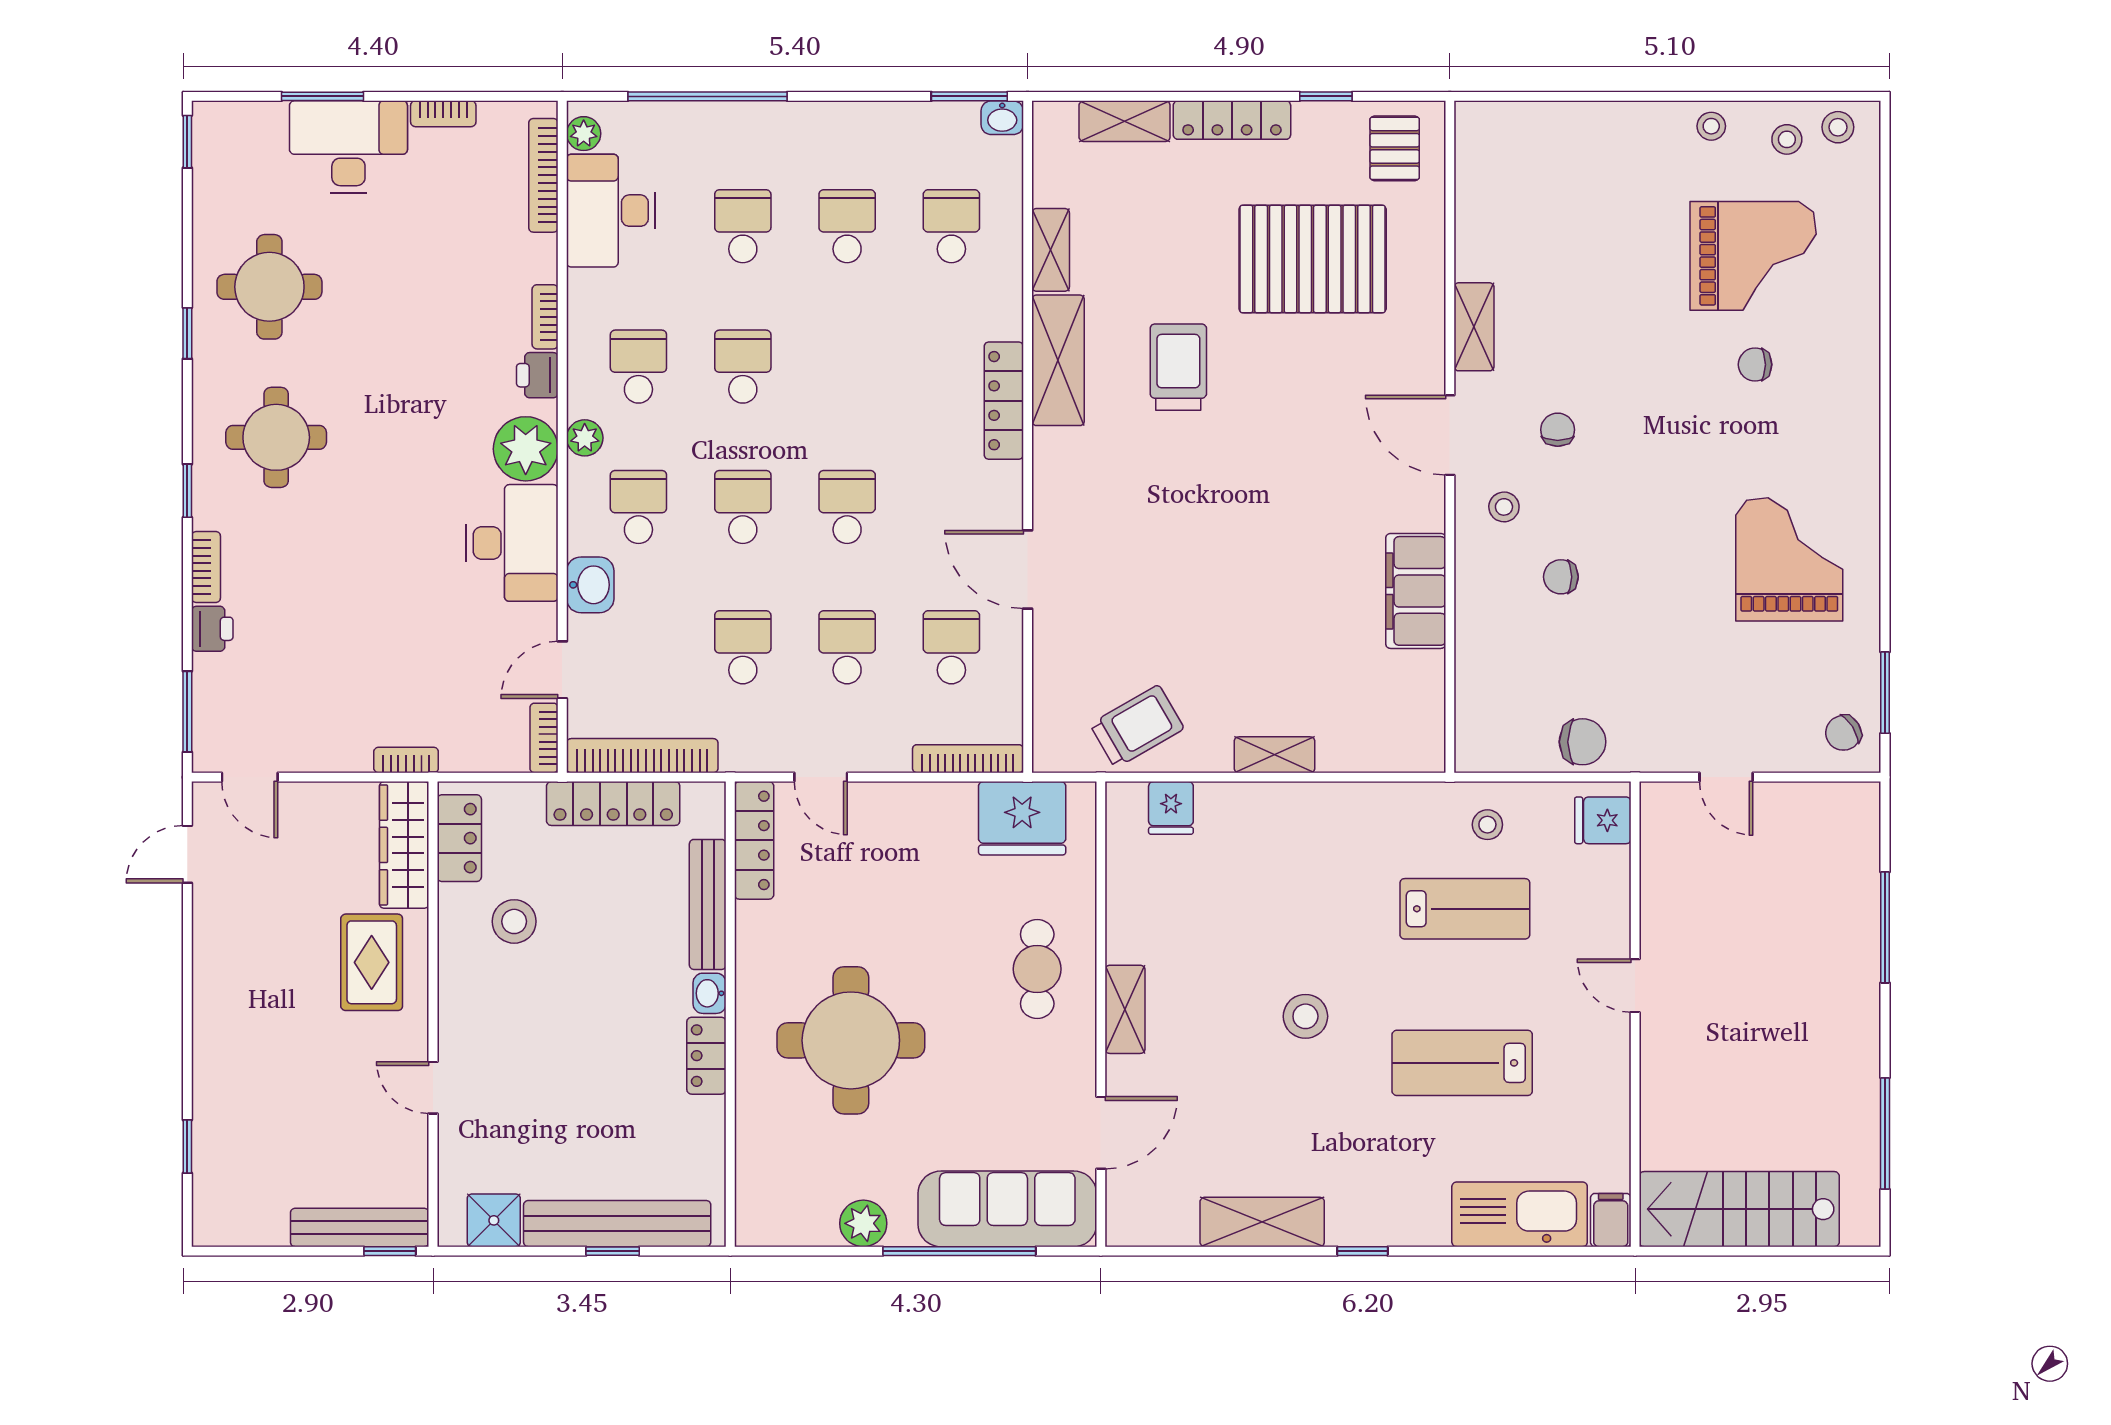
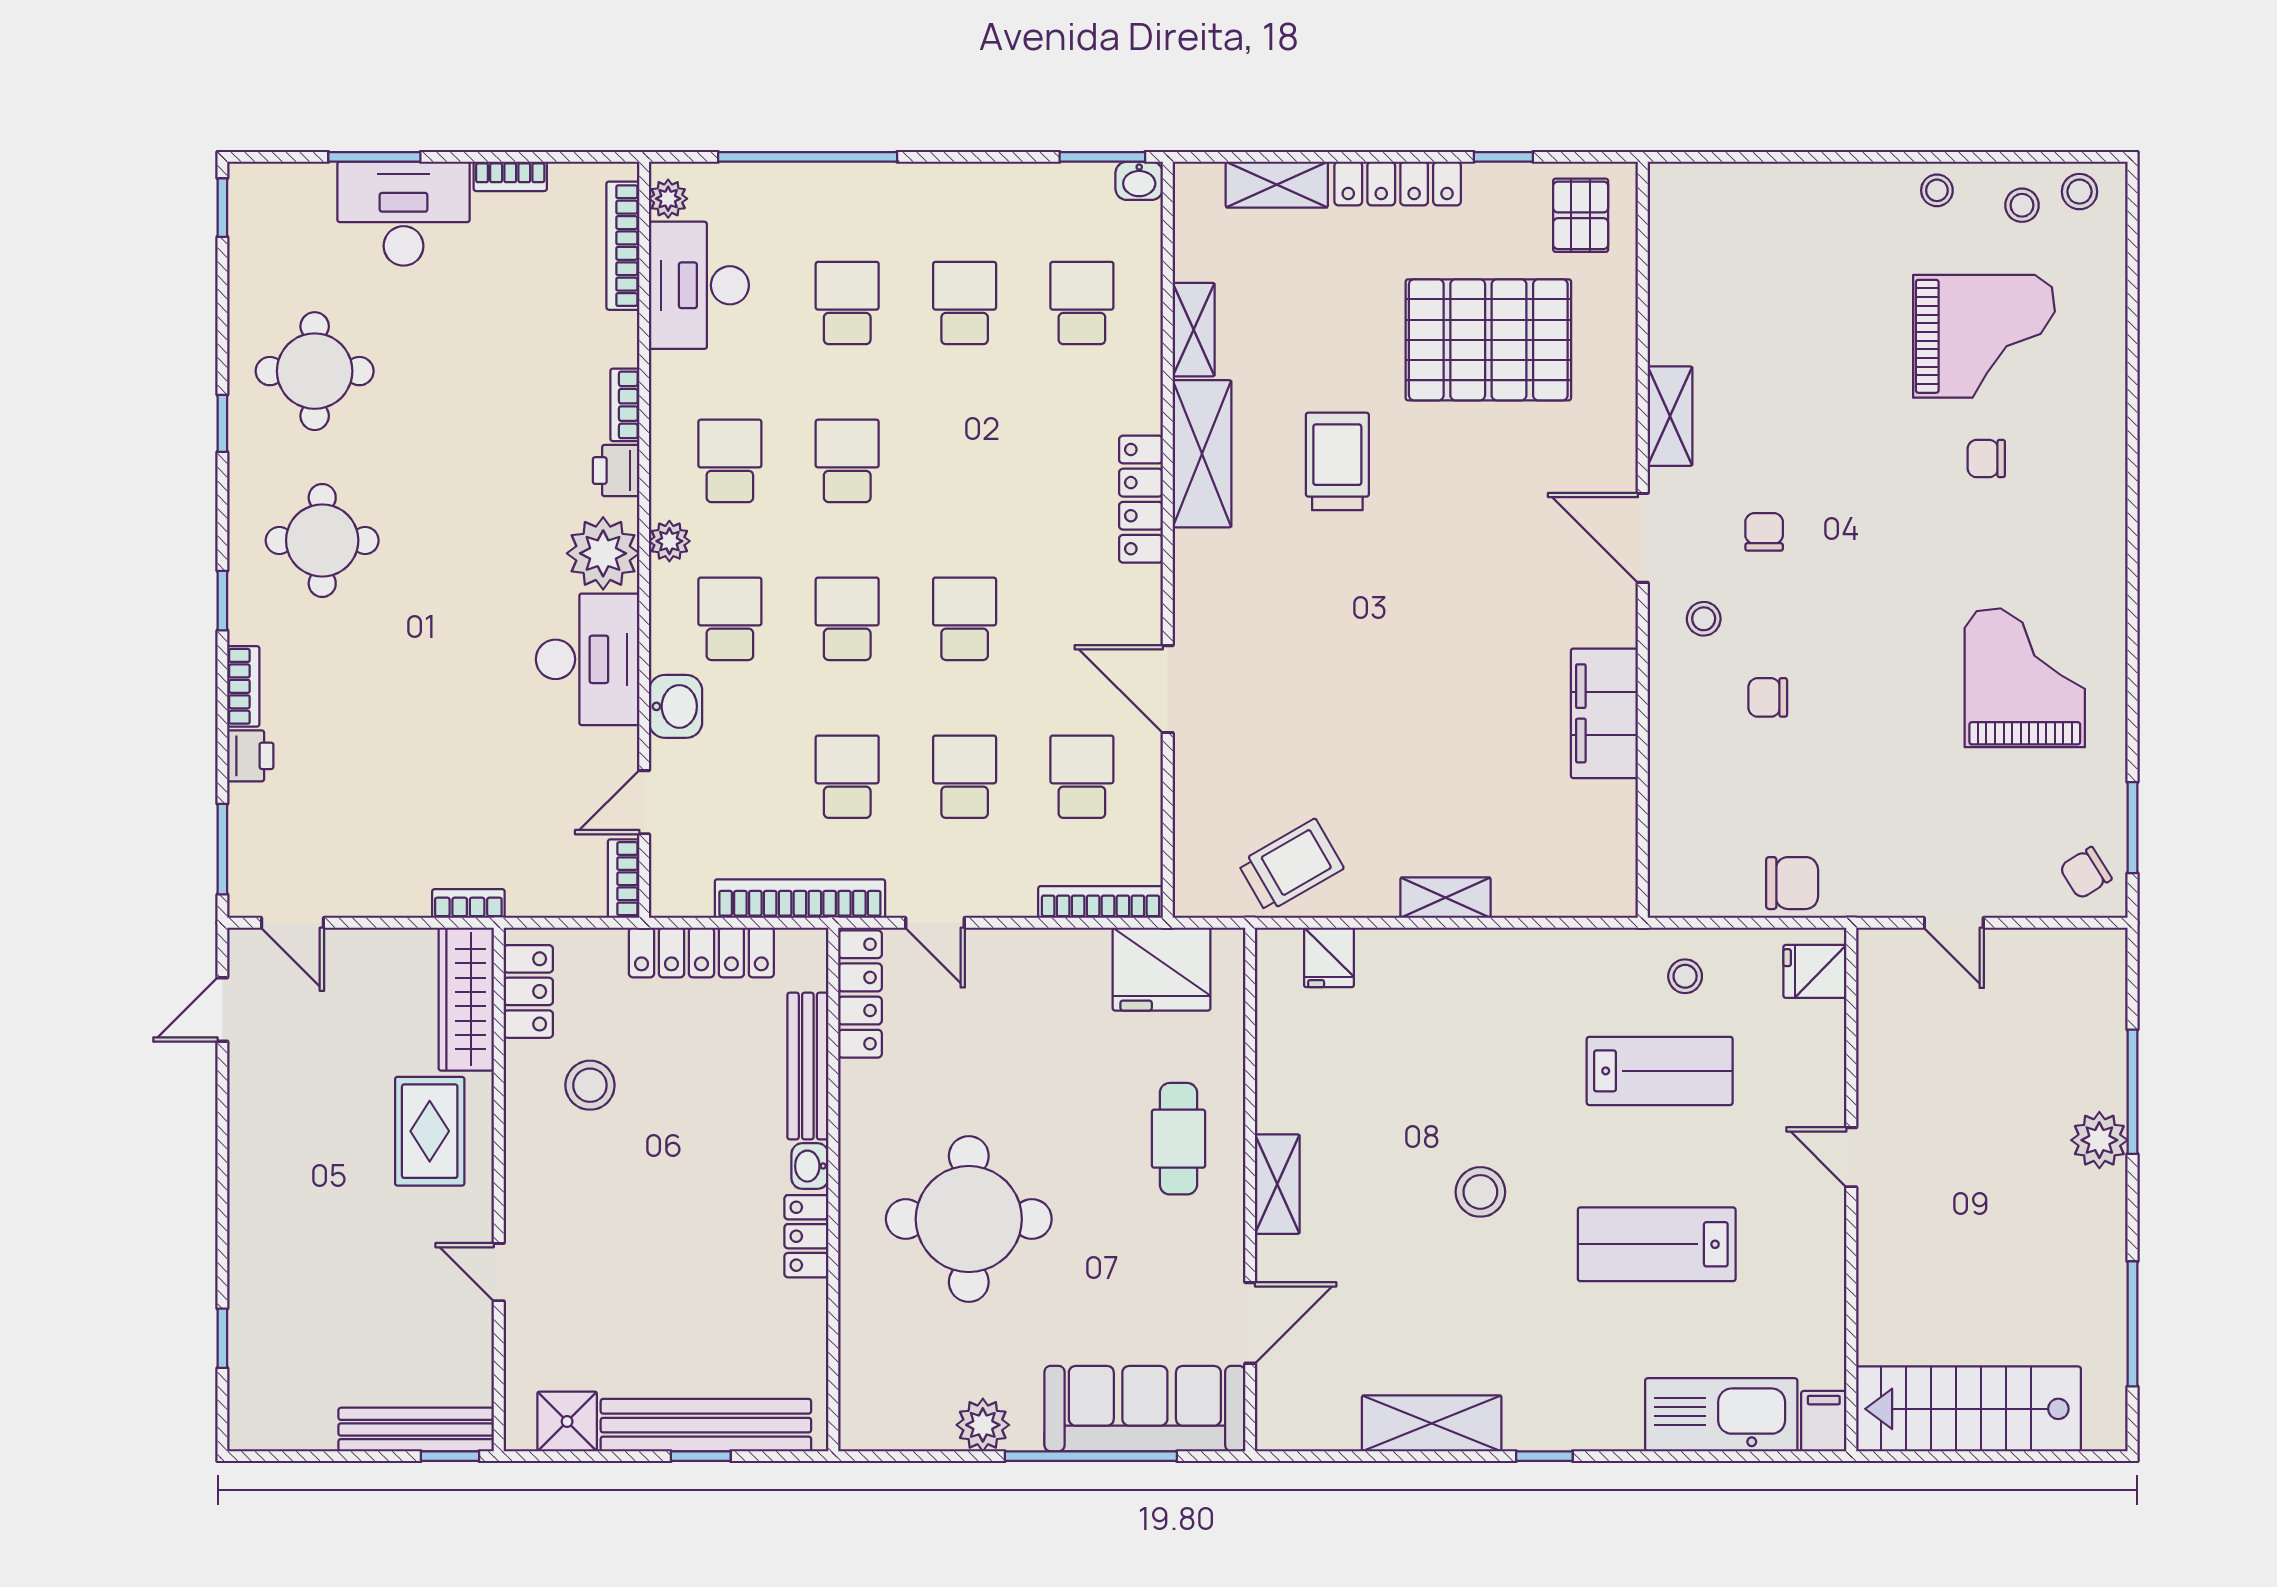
bookcase: (642, 756) -> (800, 899), moved
plant: (1856, 970) -> (2099, 1140), added

